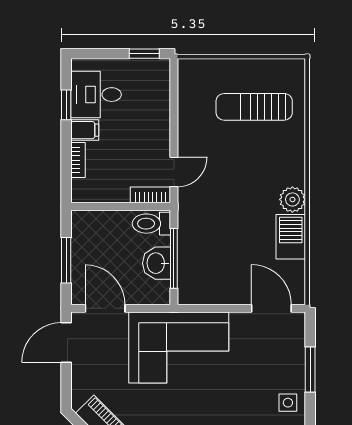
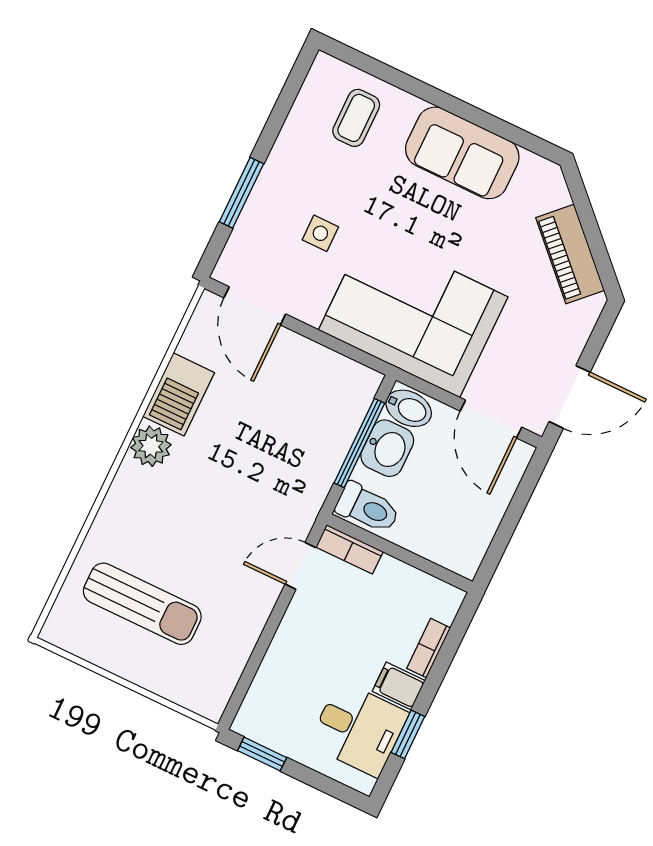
window: (66, 260) -> (514, 514), removed
bidet: (155, 292) -> (409, 408), added
side table: (288, 403) -> (320, 233), moved

